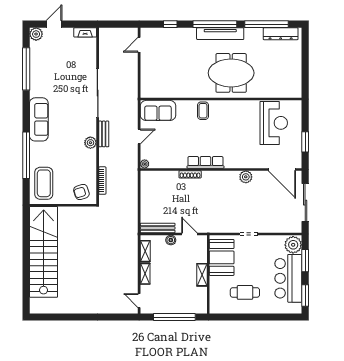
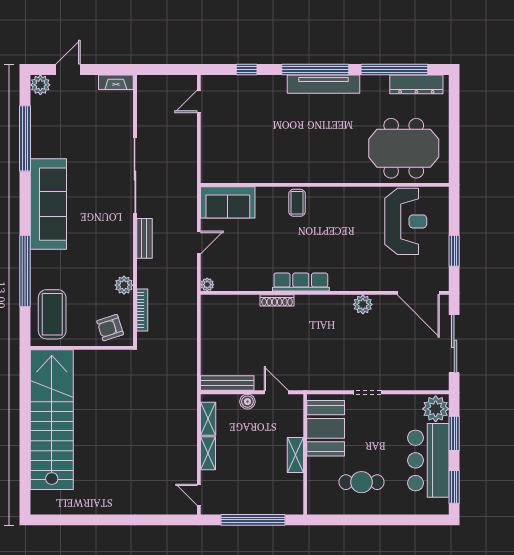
meeting table: (231, 73) -> (404, 148), moved
sofa: (39, 119) -> (48, 204), width x1.36, depth x1.27
plant: (90, 143) -> (124, 285), moved

